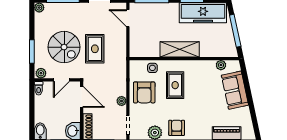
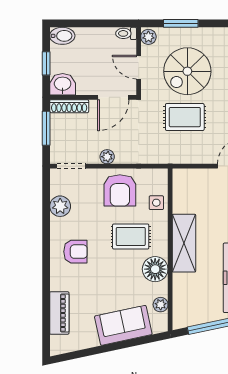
floor lamp: (197, 69) -> (155, 269), added
armchair: (144, 92) -> (120, 190), turned -90
armchair: (177, 128) -> (75, 252), moved

